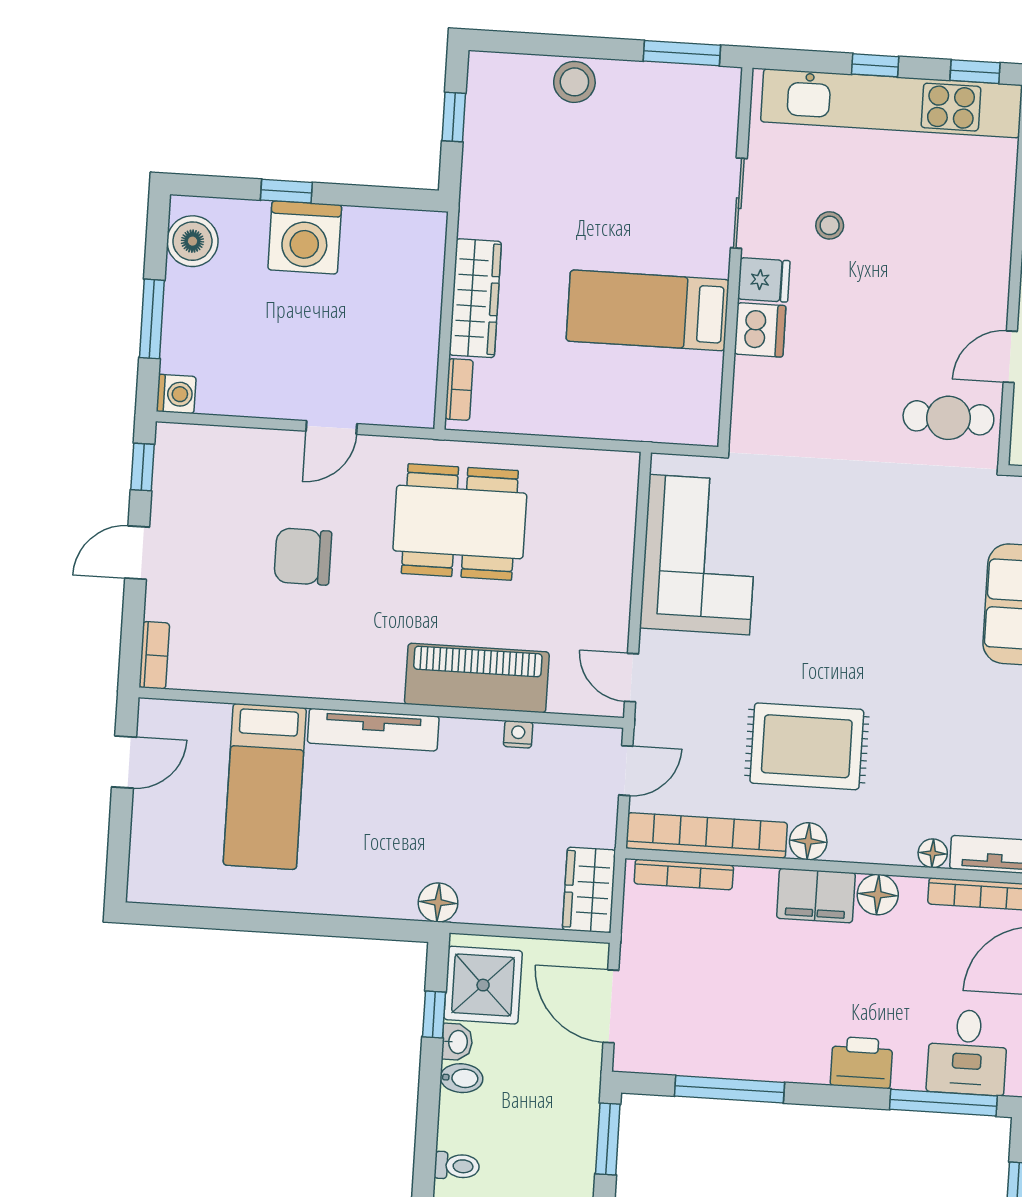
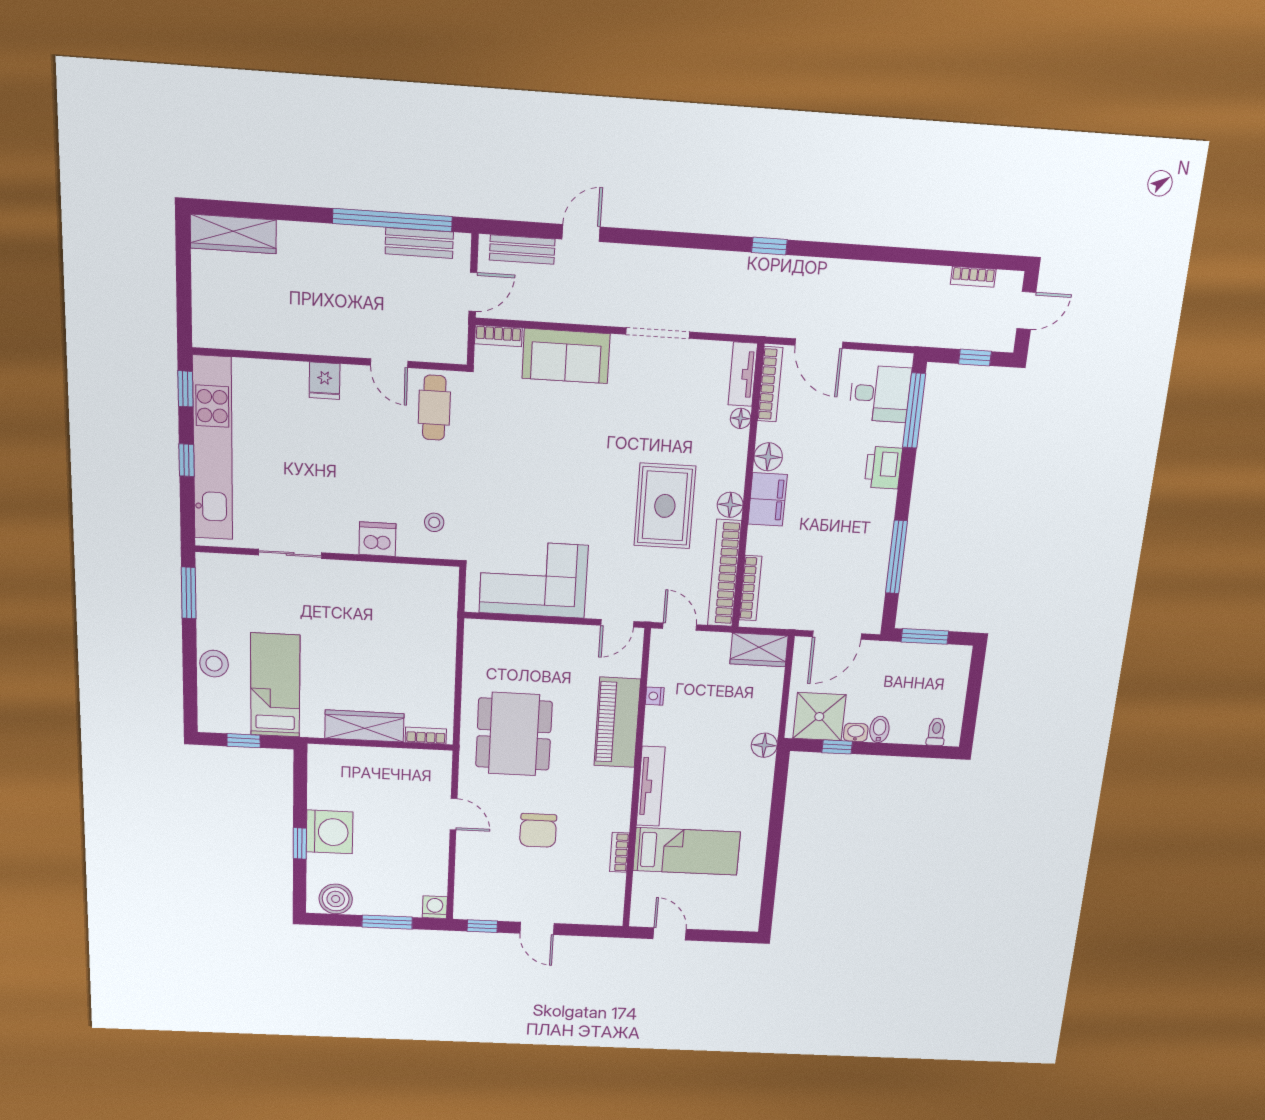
stool: (830, 225) -> (434, 522), moved
fridge: (764, 280) -> (325, 381), moved, turned 180
bed: (648, 310) -> (275, 685), moved, turned 180
bookcase: (154, 655) -> (619, 852), moved, turned -90

